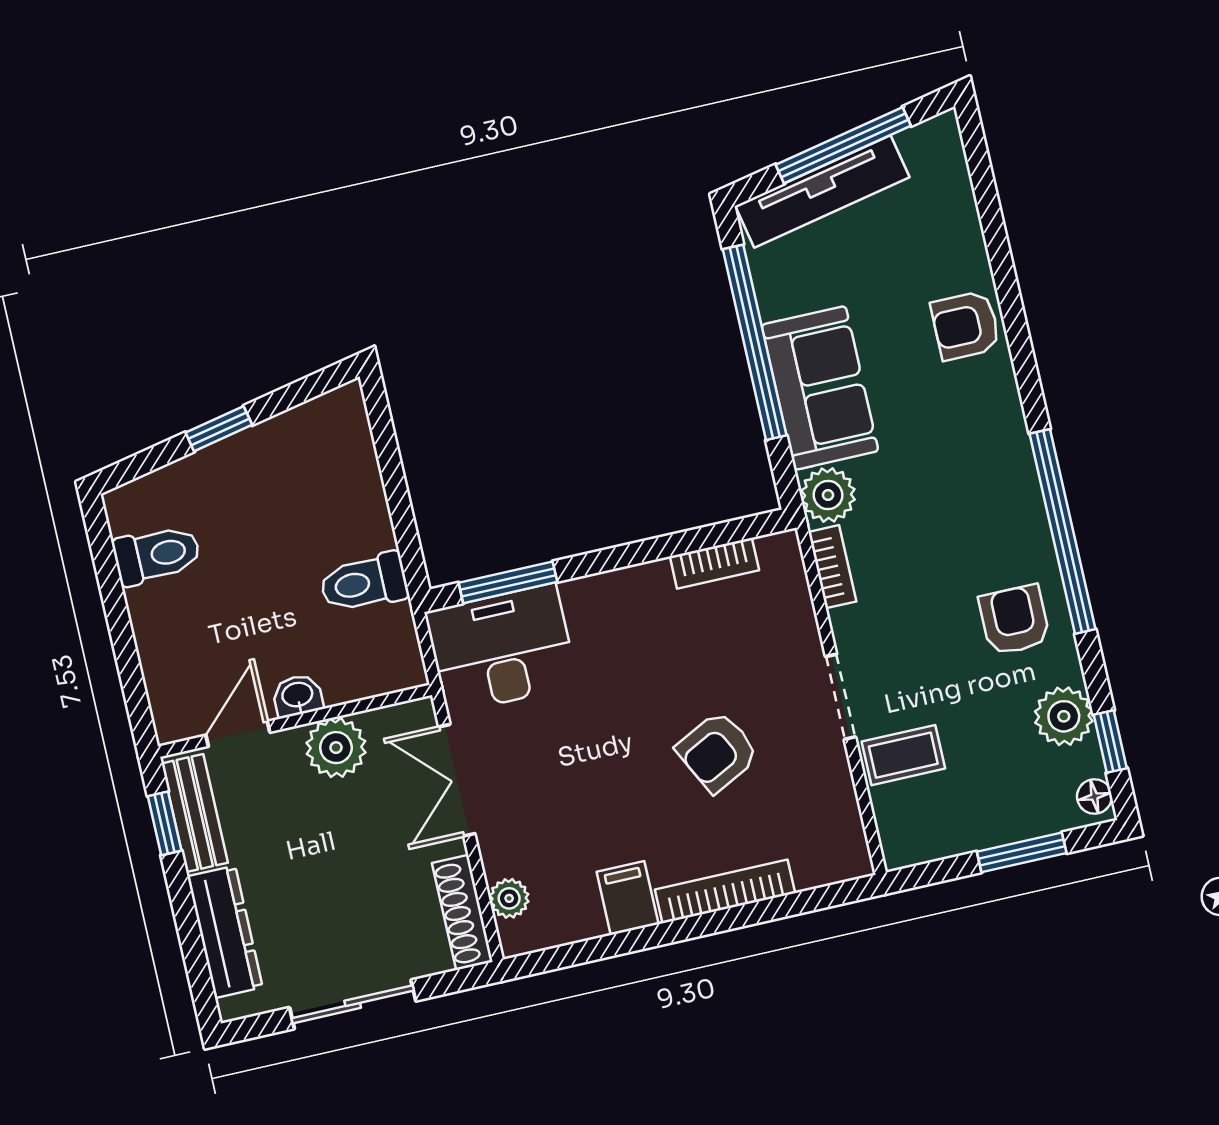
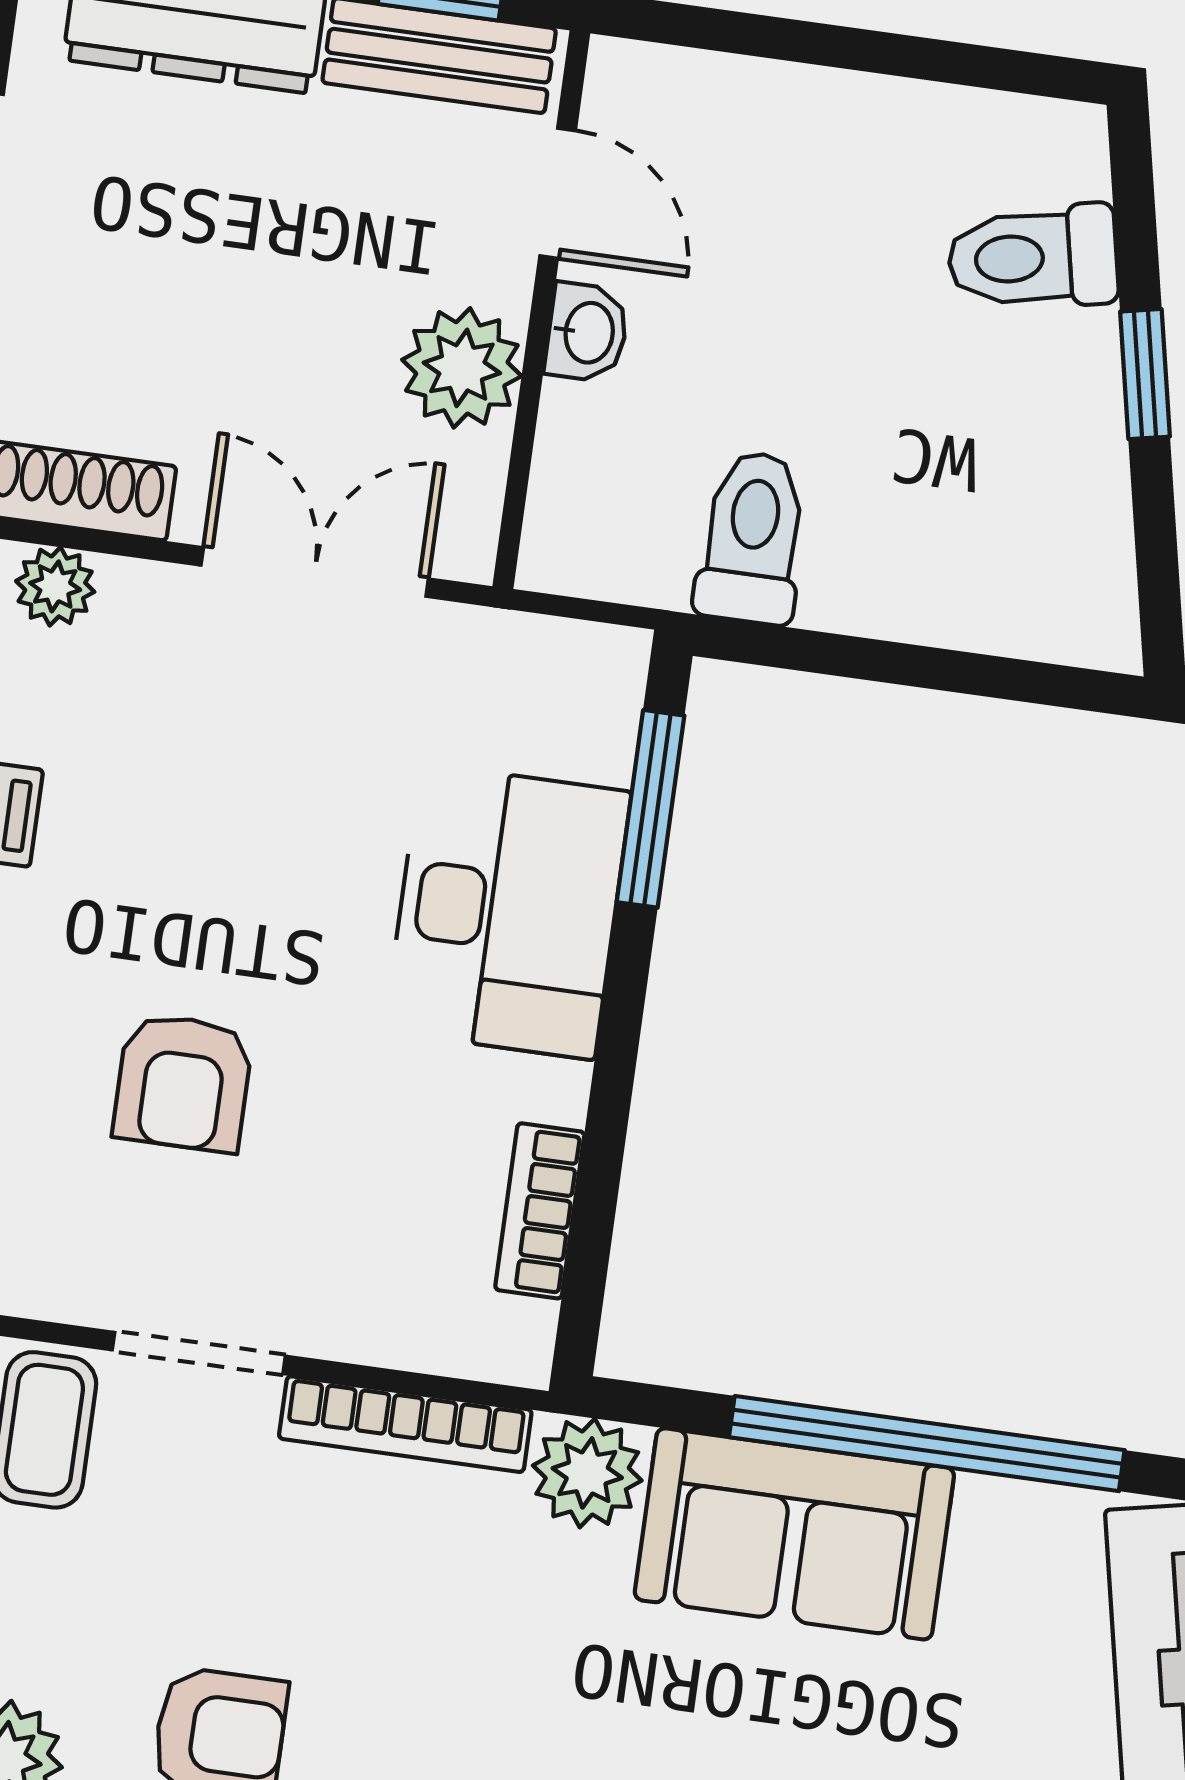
toilet: (157, 555) -> (1033, 257), moved, turned 78
bookcase: (832, 567) -> (405, 1424), width x1.56
desk: (501, 649) -> (508, 911), moved
armchair: (717, 752) -> (183, 1083), turned -153

